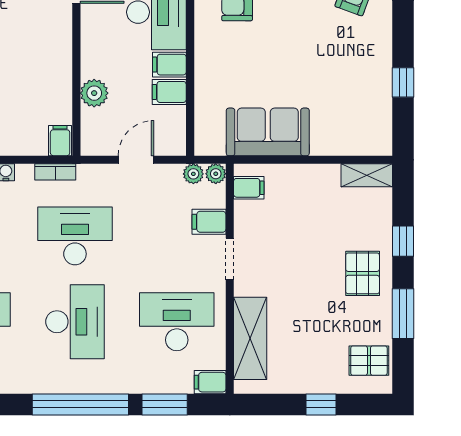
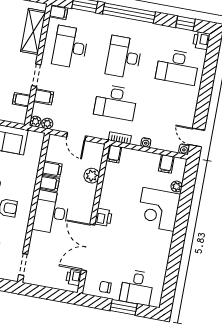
printer: (58, 20) -> (103, 217), added
door: (136, 160) -> (76, 137), hinge flipped
filing cabinet: (249, 188) -> (21, 100), moved
desk: (177, 322) -> (70, 47), turned 90

